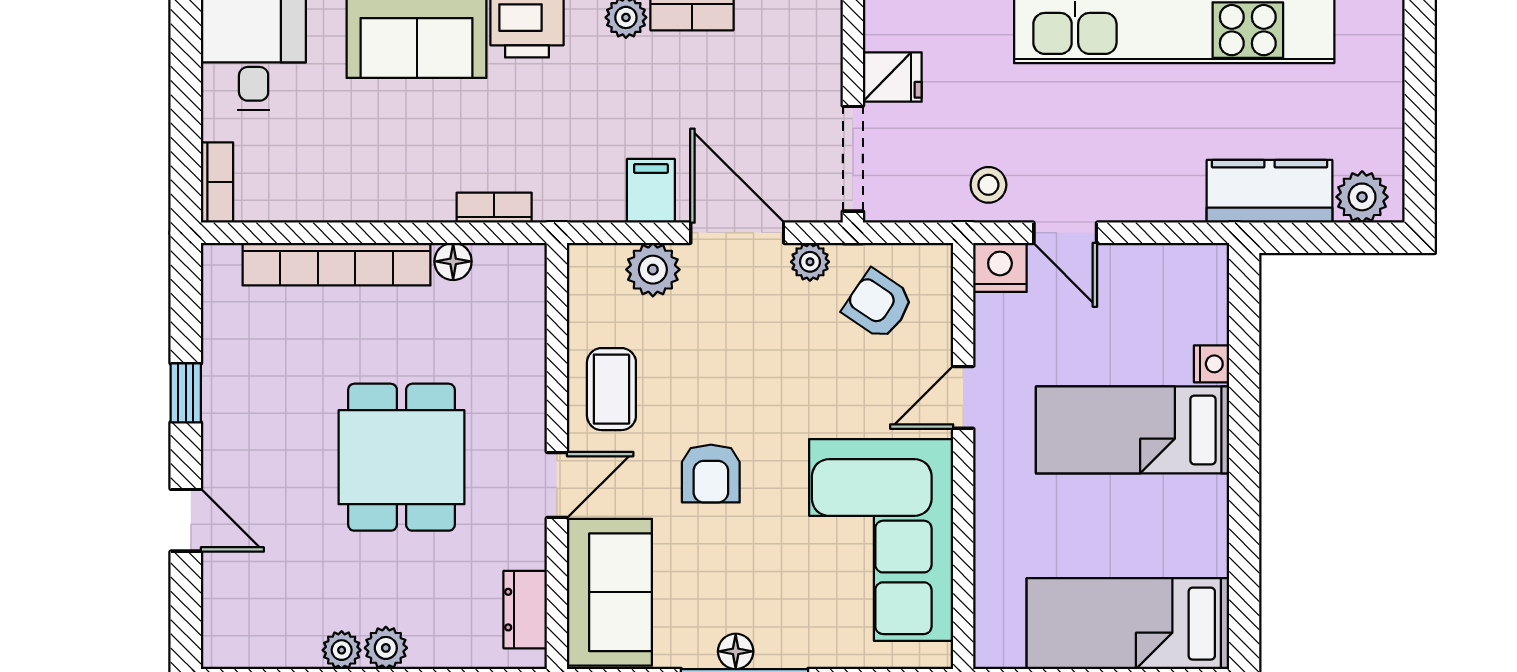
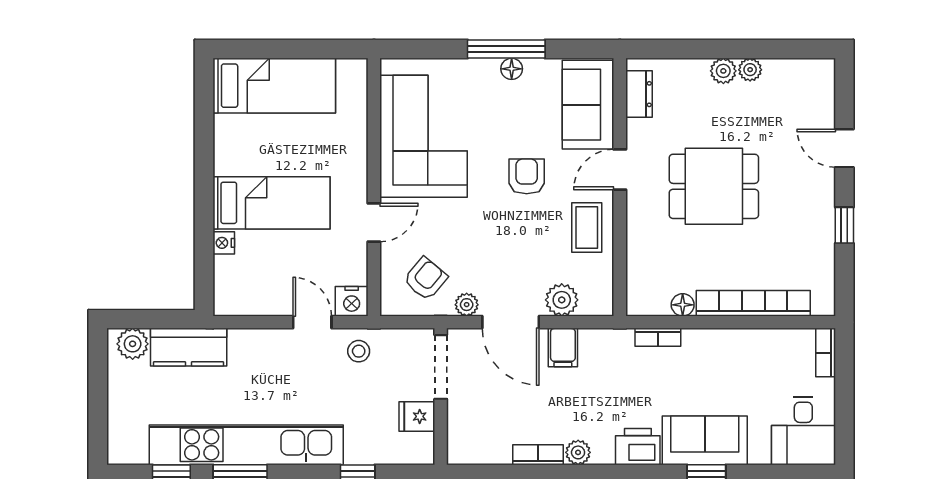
armchair: (878, 305) -> (425, 279), turned -84
dining table: (401, 457) -> (714, 186), turned 90

